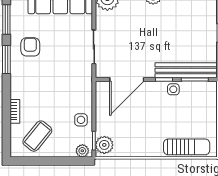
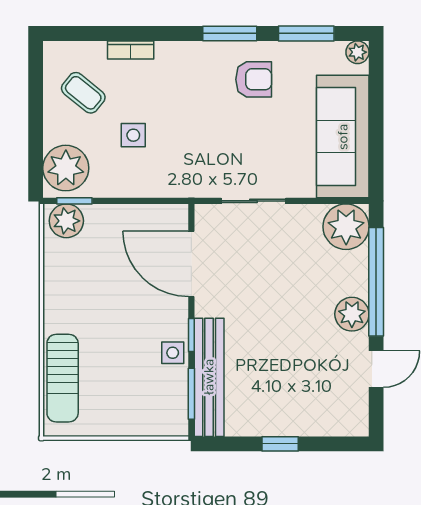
side table: (81, 120) -> (133, 135), moved
coffee table: (37, 136) -> (83, 93), width x0.73, depth x0.77
plant: (82, 151) -> (66, 168), width x1.88, depth x1.88

